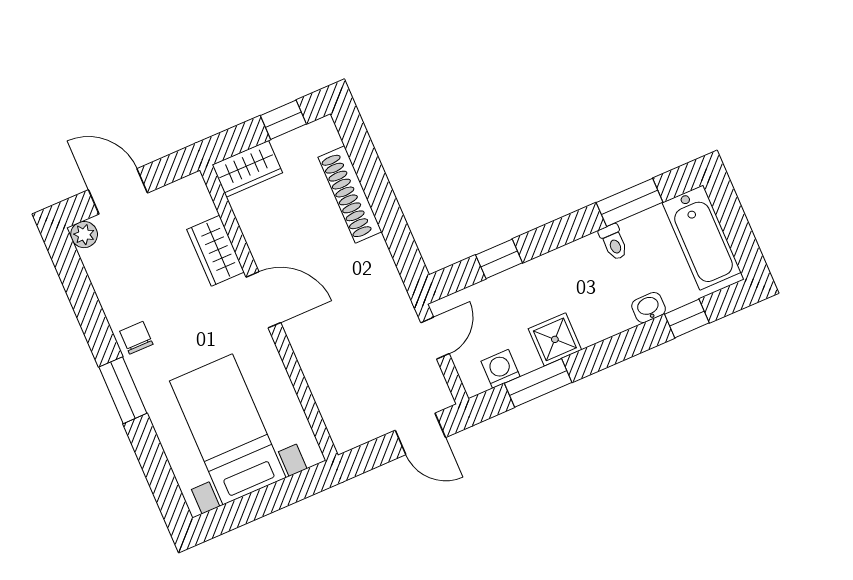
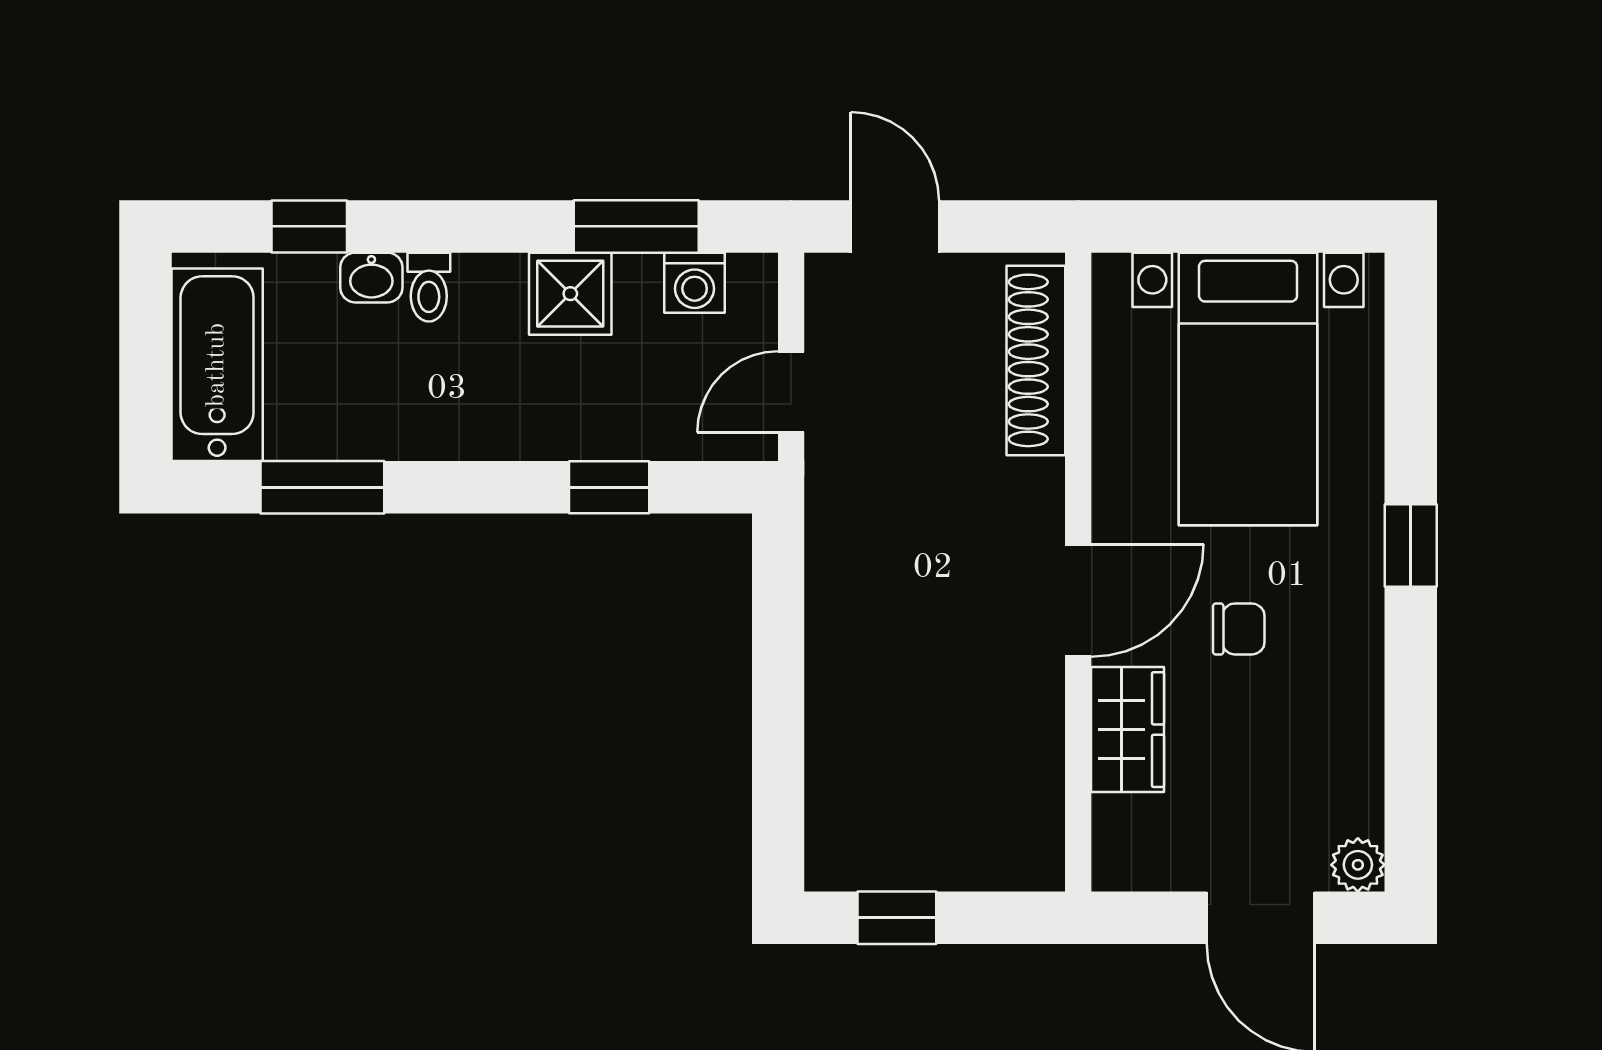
wardrobe: (247, 169) -> (1003, 856), removed
shoe rack: (350, 194) -> (1036, 360), moved, turned 180
toilet: (614, 242) -> (429, 287), moved, turned 180
door: (263, 300) -> (1078, 600), swing flipped
chair: (136, 338) -> (1239, 629), moved, turned -90
window: (123, 390) -> (1411, 545), width x0.67

